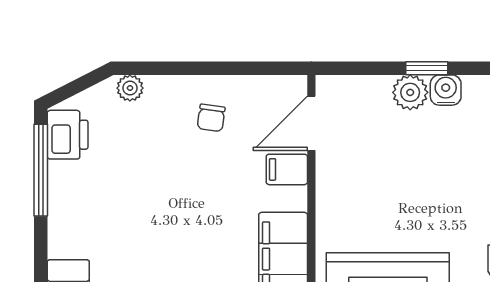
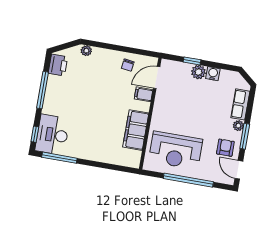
window: (427, 68) -> (192, 61), moved
chair: (211, 118) -> (128, 65), moved
window: (41, 170) -> (42, 90), moved

